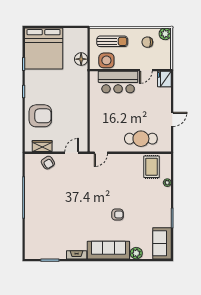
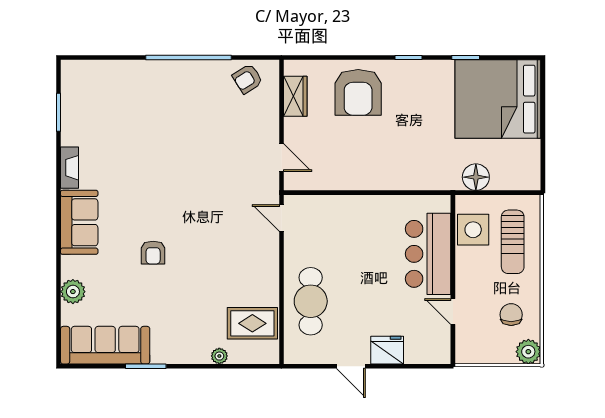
fridge: (164, 79) -> (387, 350), moved
armchair: (48, 163) -> (248, 79), moved
sofa: (162, 243) -> (105, 345), width x1.36
sofa: (108, 250) -> (79, 222), width x0.73

